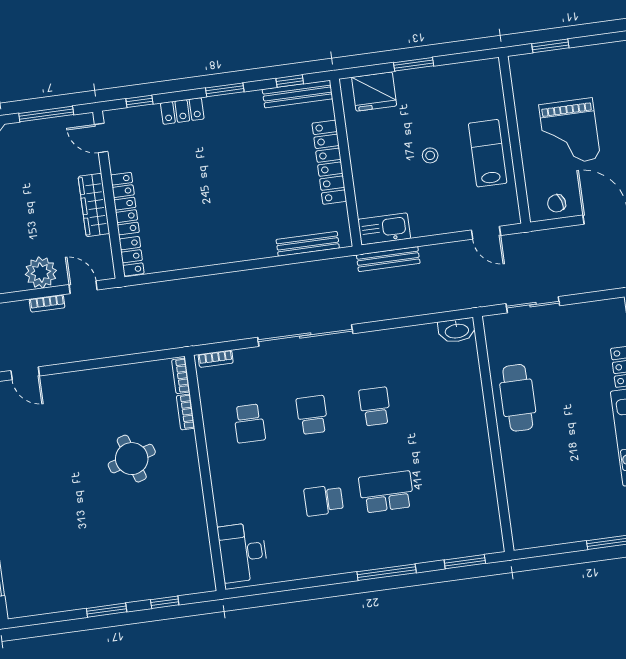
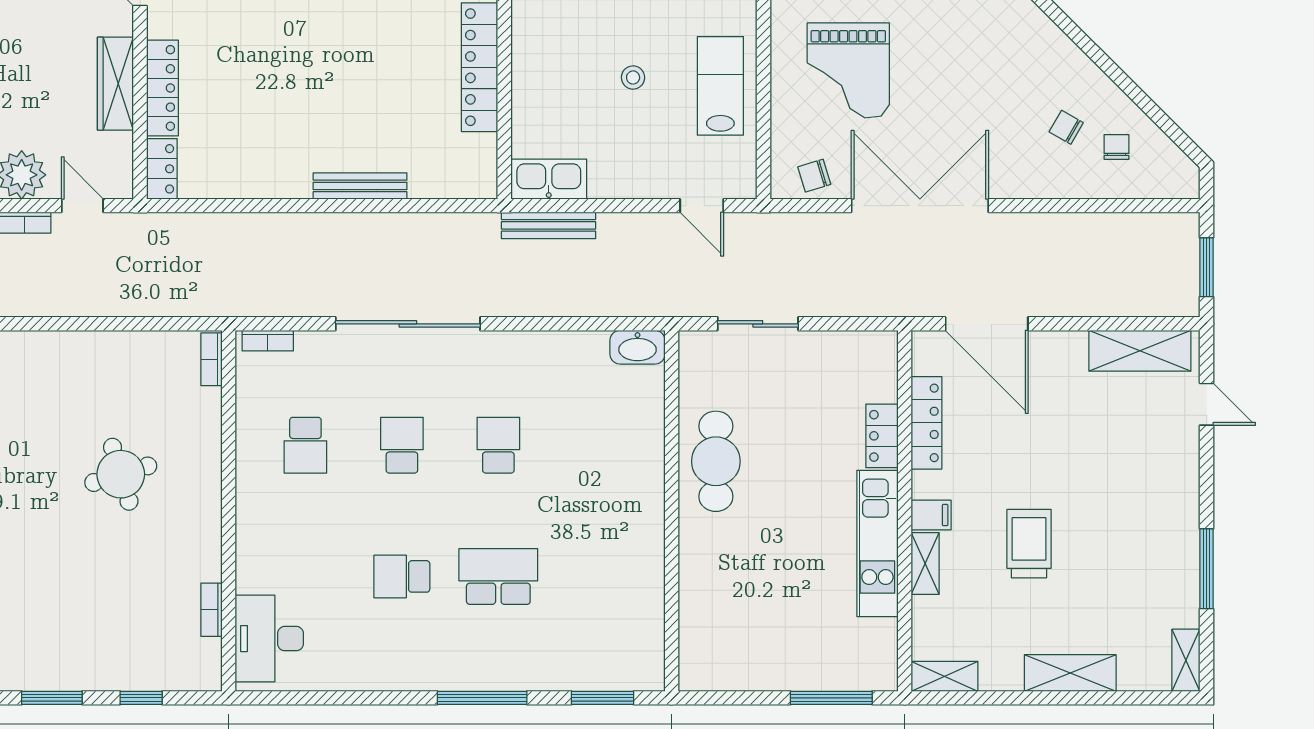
bench: (308, 244) -> (360, 186), moved
bookcase: (186, 412) -> (211, 610), moved

